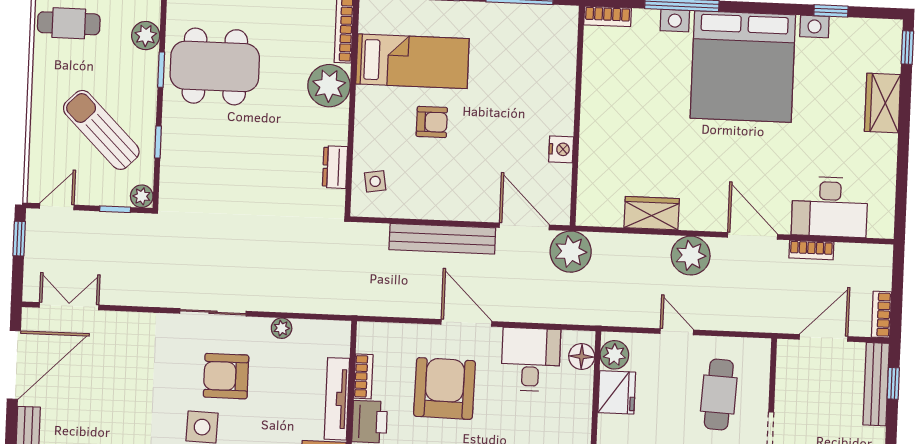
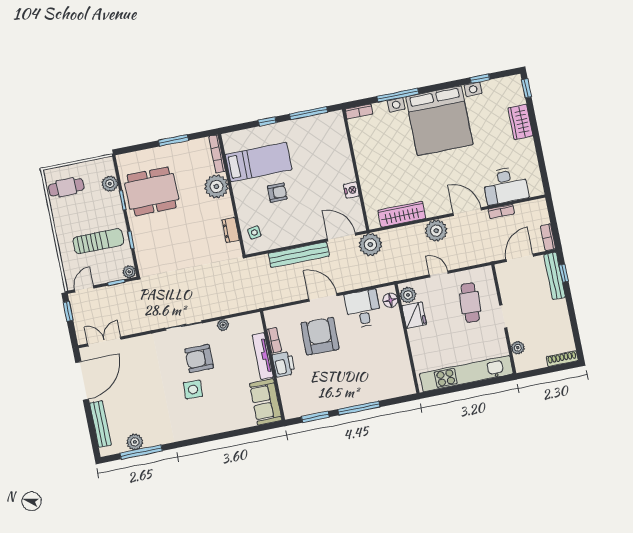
sun lounger: (101, 130) -> (98, 241), turned 135
wardrobe: (652, 213) -> (402, 214), width x1.50

